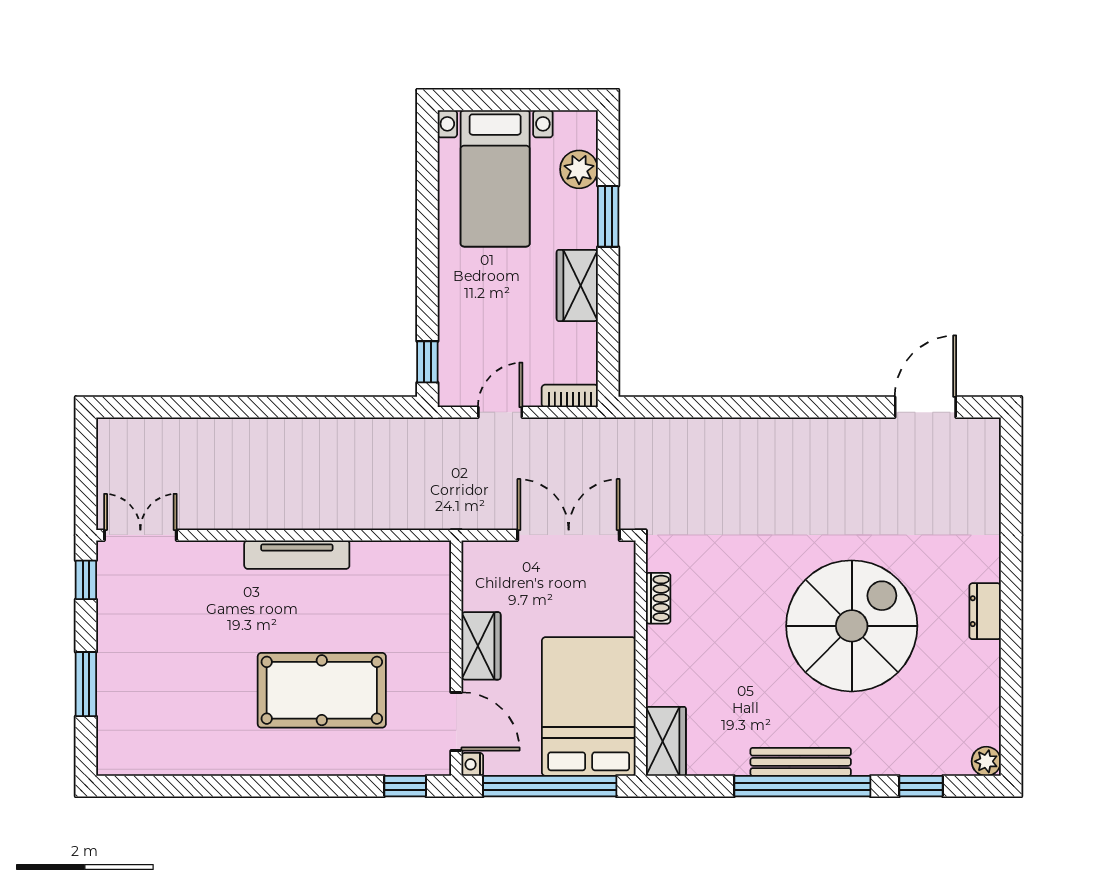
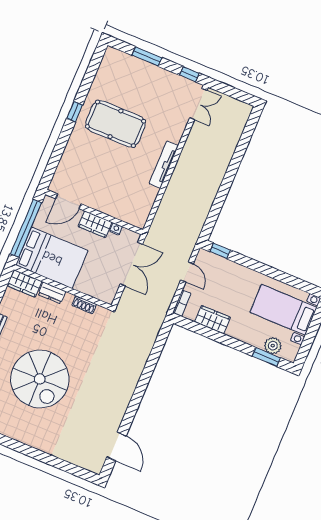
window: (608, 216) -> (266, 357), moved
wardrobe: (577, 285) -> (213, 320), moved
double door: (569, 535) -> (131, 264), moved
dresser: (985, 611) -> (52, 293), moved, turned 180
pool table: (322, 690) -> (116, 124), moved, turned 90
nightstand: (472, 764) -> (116, 229), moved
window: (405, 786) -> (75, 112), moved

